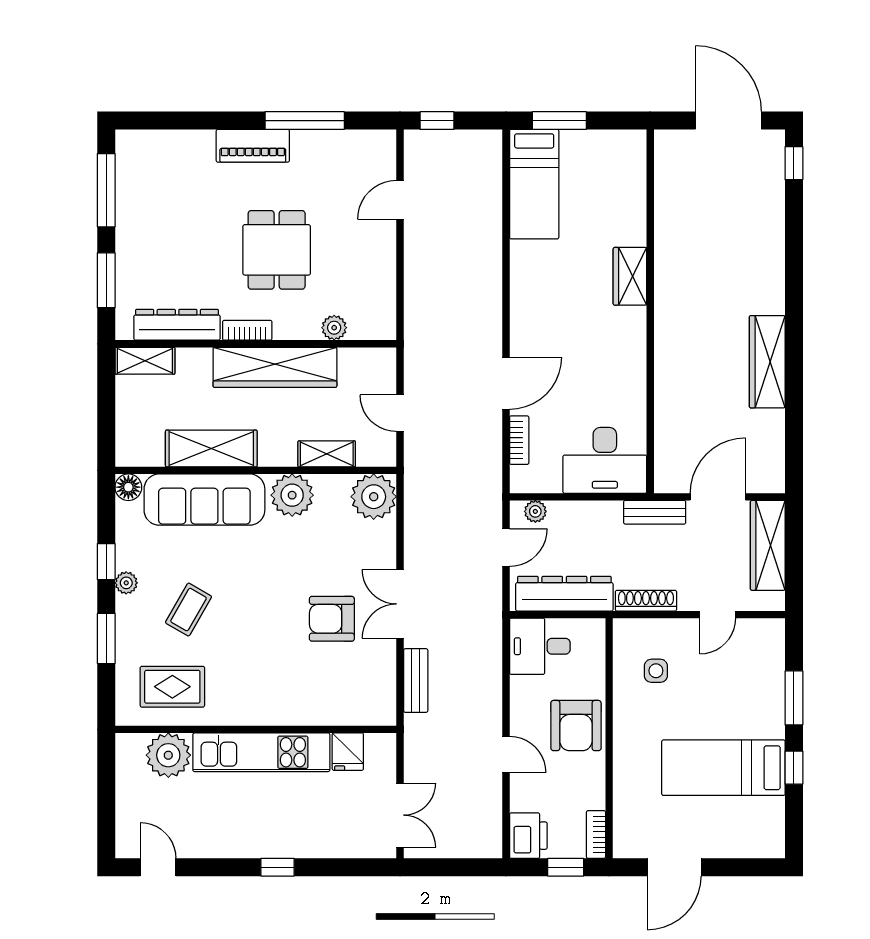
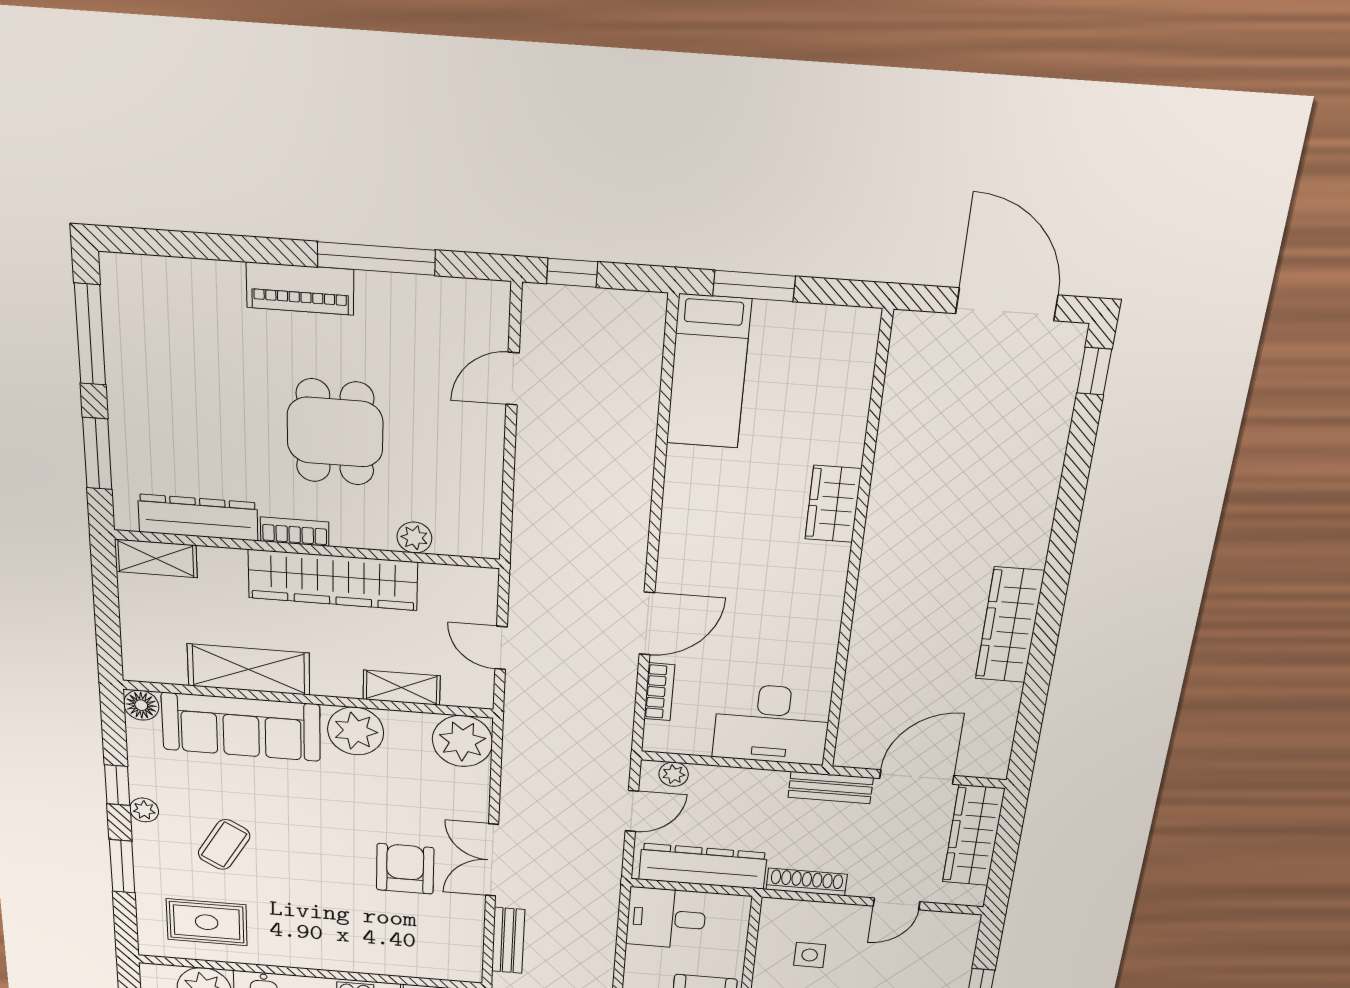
armchair: (332, 619) -> (405, 869), turned 90

